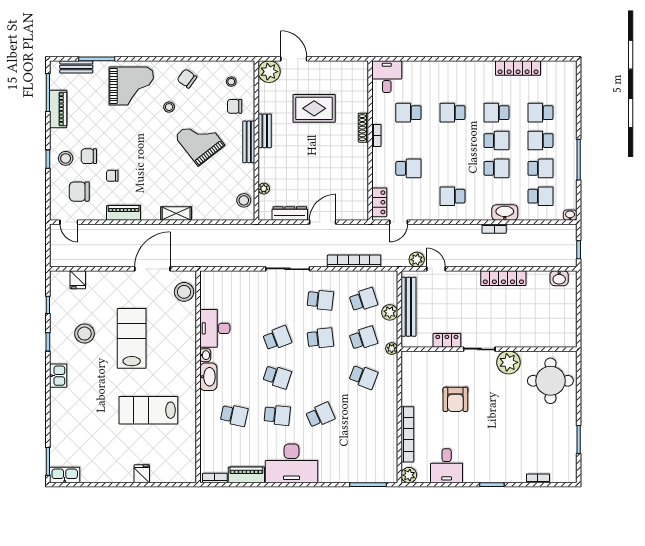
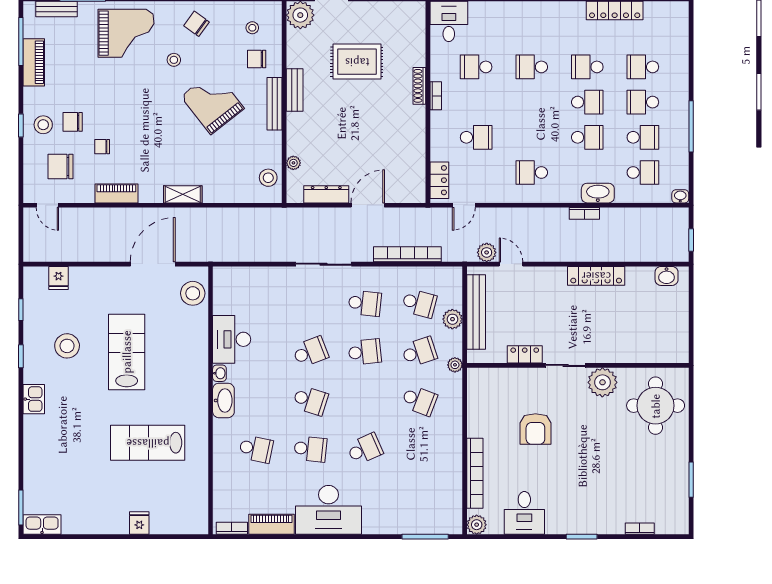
school desk: (363, 300) -> (419, 303), turned 33

